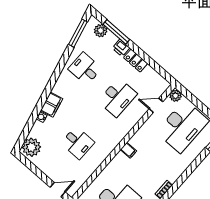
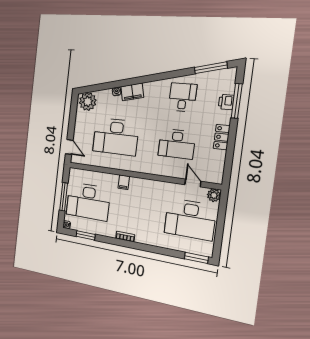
plant: (101, 31) -> (228, 86), removed
printer: (121, 48) -> (226, 102), moved
desk: (78, 143) -> (116, 137), width x1.87, depth x1.30
filing cabinet: (128, 150) -> (124, 182), moved

